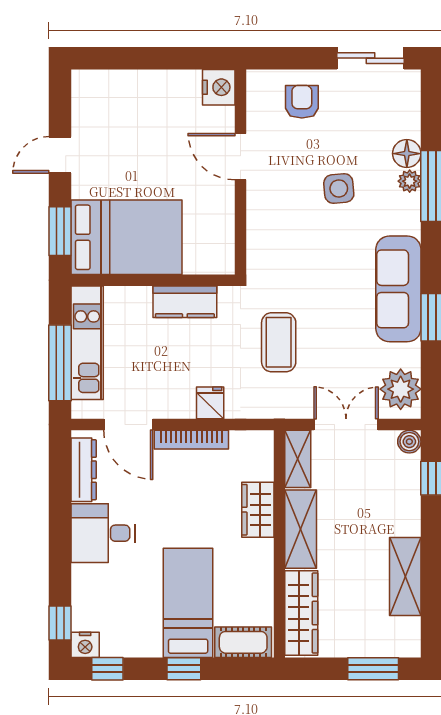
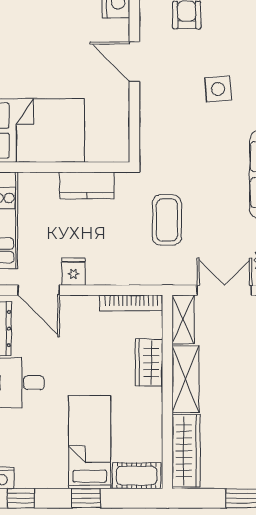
fridge: (210, 403) -> (73, 272), moved
bookcase: (191, 440) -> (131, 303), moved

